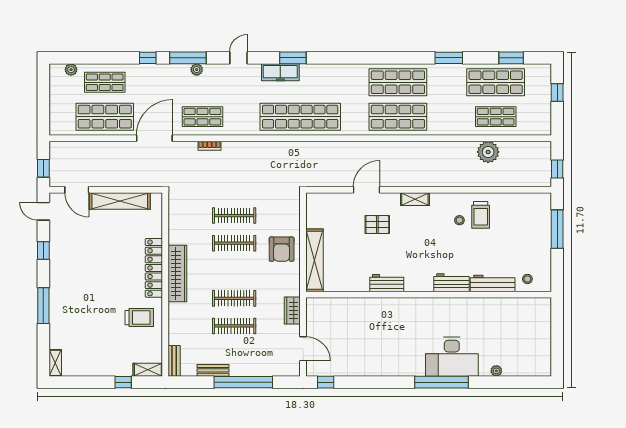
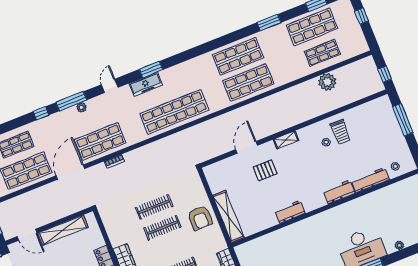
shop shelf: (202, 117) -> (100, 141), width x1.43, depth x1.36

